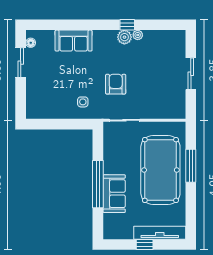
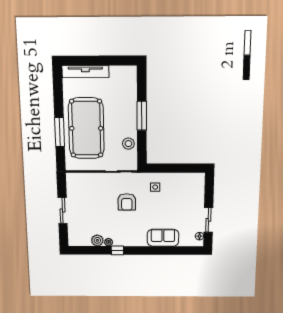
plant: (124, 37) -> (97, 240), moved
stool: (113, 153) -> (128, 144), added
window: (98, 184) -> (142, 116), width x0.68
sofa: (114, 194) -> (127, 107), removed
window: (145, 244) -> (99, 61), removed

